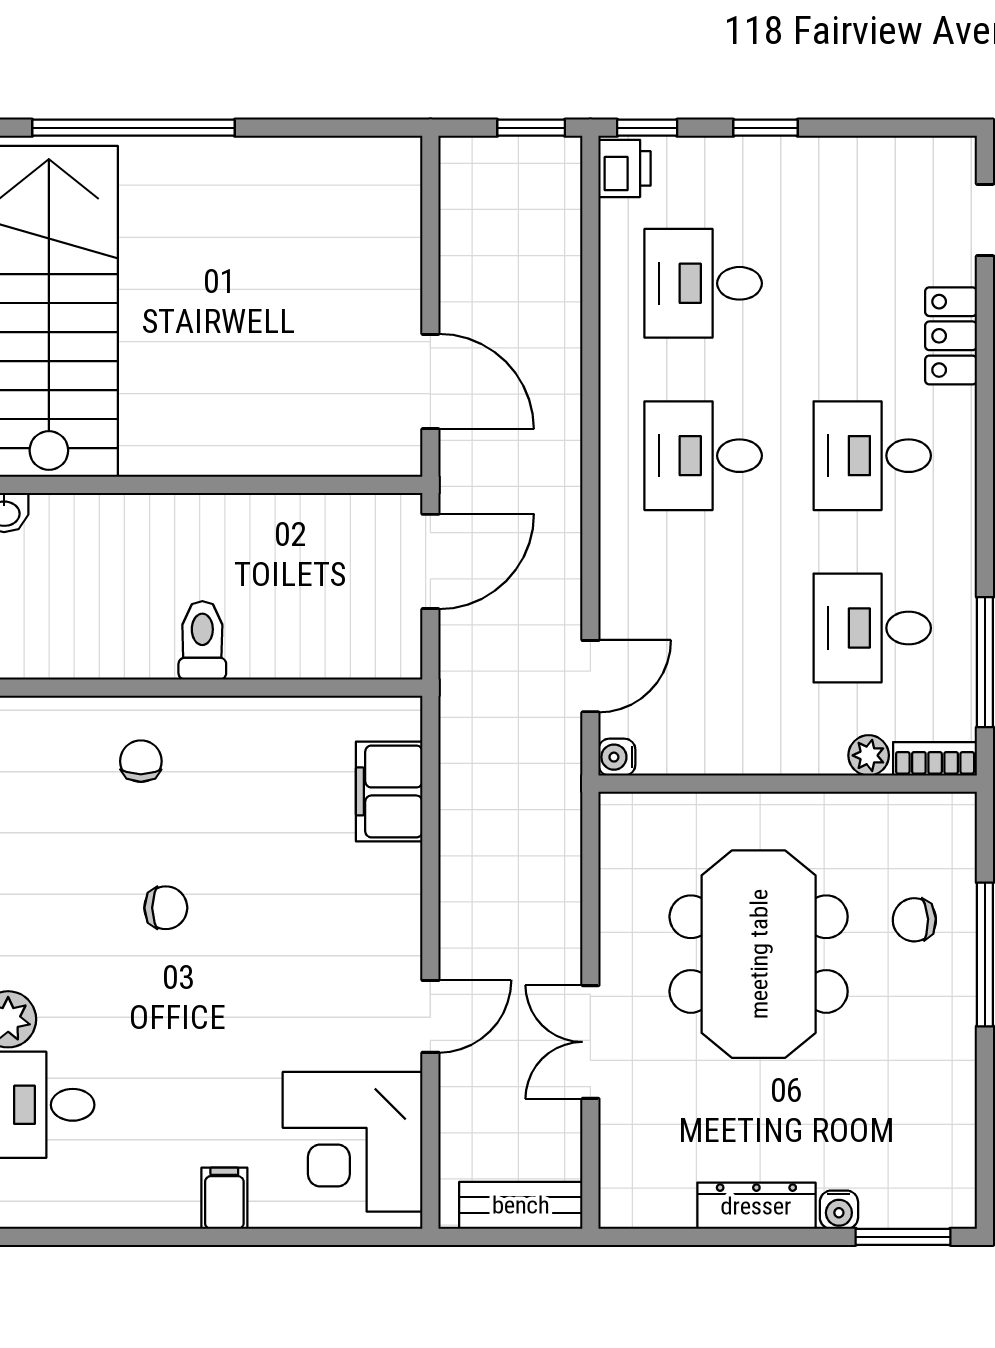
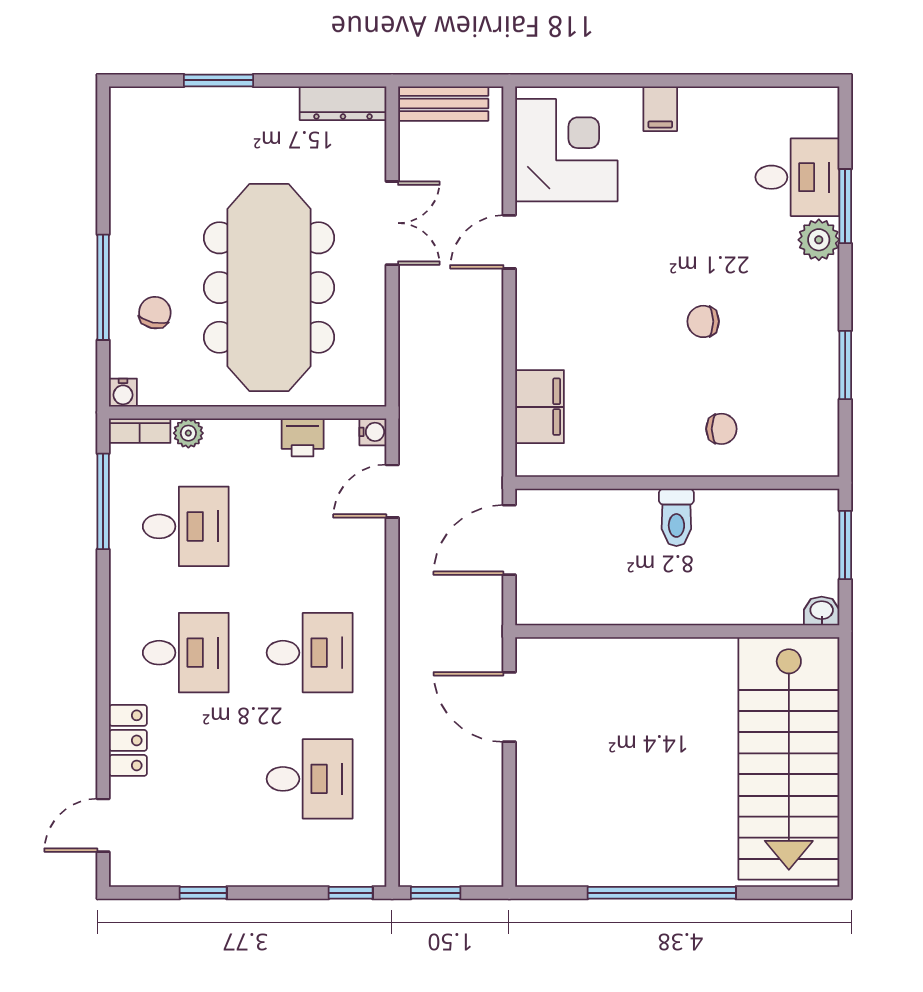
window: (133, 128) -> (662, 893), moved
window: (766, 128) -> (203, 893), moved
printer: (624, 168) -> (303, 437), moved, turned -90
door: (430, 561) -> (509, 540), moved
chair: (141, 761) -> (721, 429), turned -90
chair: (914, 920) -> (155, 313), turned -75
meeting table: (759, 954) -> (269, 288), width x1.36
dresser: (756, 1206) -> (343, 103), moved
water cooler: (839, 1210) -> (123, 393), moved, turned 180
window: (903, 1237) -> (219, 80), moved

